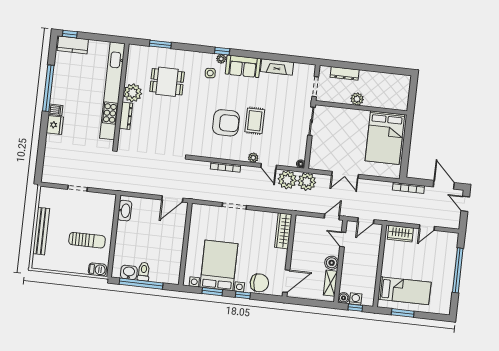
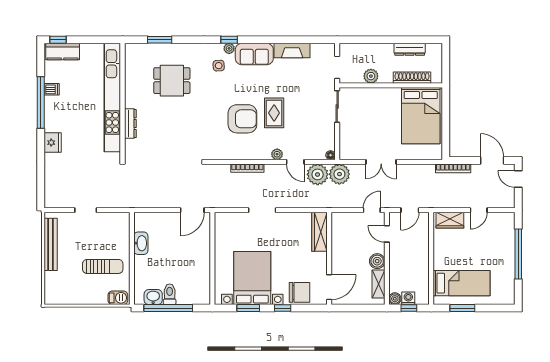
dresser: (345, 73) -> (410, 49), moved
plant: (133, 93) -> (135, 97), removed
plant: (357, 99) -> (371, 76), moved
shoe rack: (381, 103) -> (412, 78), added
dishwasher: (56, 110) -> (52, 89), moved
washbasin: (125, 211) -> (141, 243), moved
bench: (41, 231) -> (51, 244), moved

